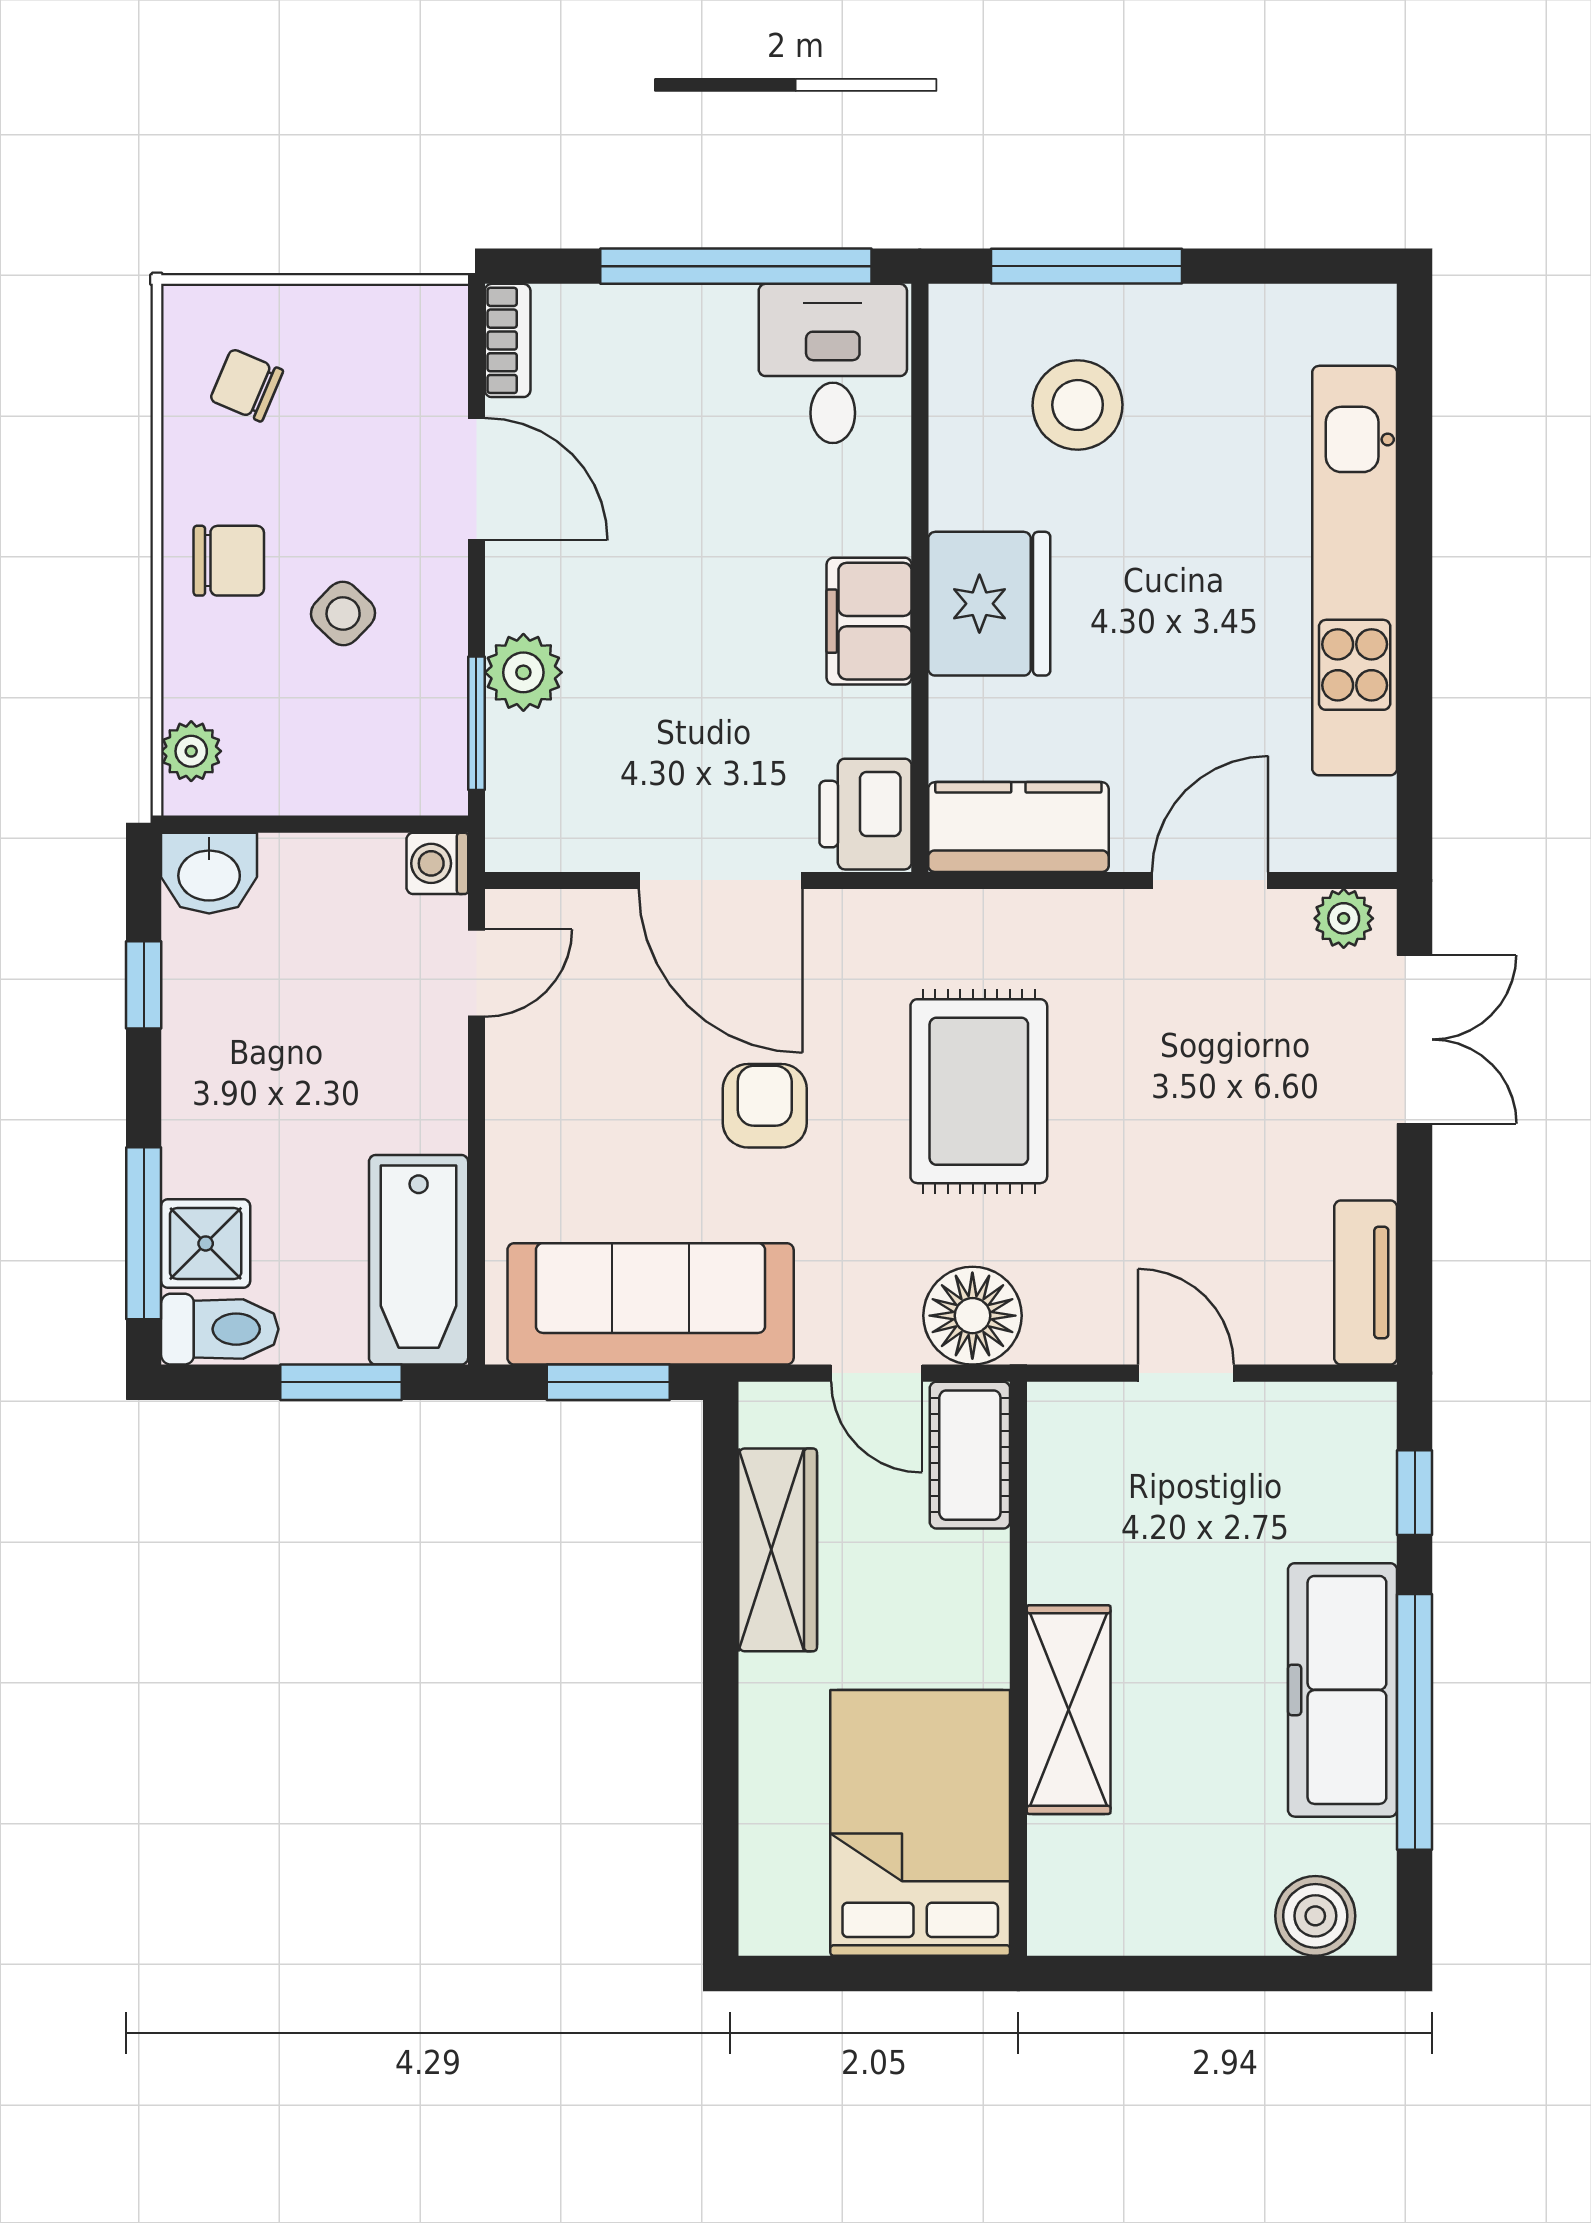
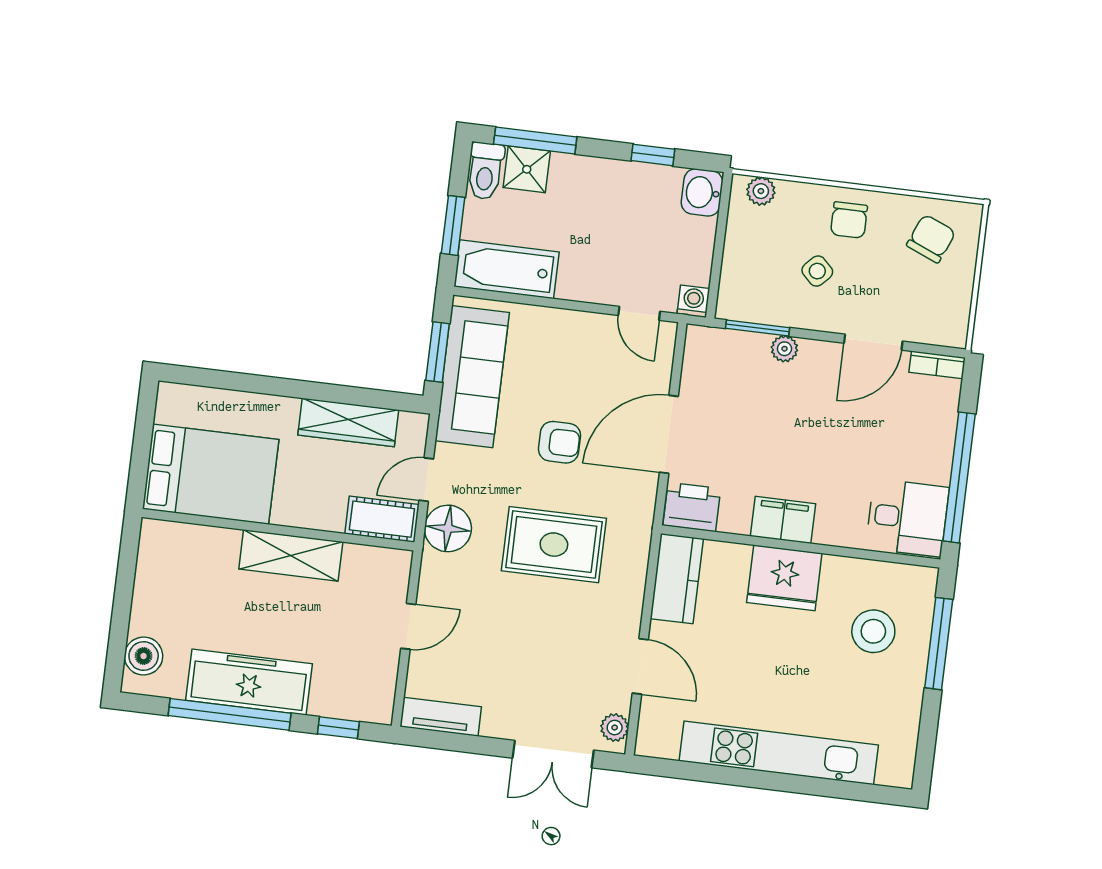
chair: (247, 385) -> (931, 239), width x1.37, depth x1.37
plant: (523, 672) -> (784, 349), width x0.73, depth x0.73
shelving: (1069, 1710) -> (291, 555), moved

